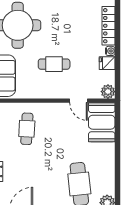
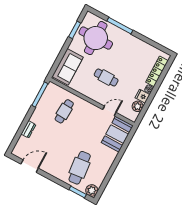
plant: (108, 92) -> (138, 106), moved
door: (78, 101) -> (109, 111), swing flipped

